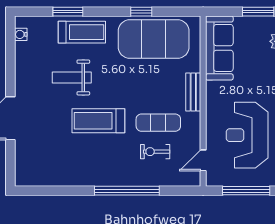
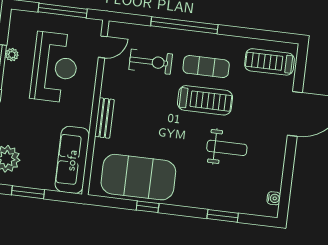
treadmill: (82, 32) -> (269, 62), moved
exercise mat: (158, 123) -> (206, 67), moved
exercise bike: (155, 152) -> (151, 62), width x1.38, depth x1.39

